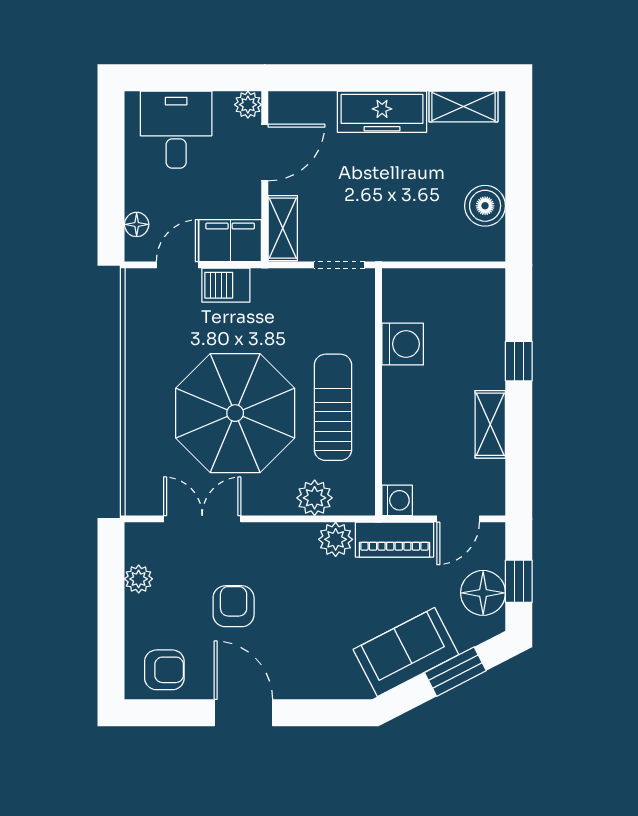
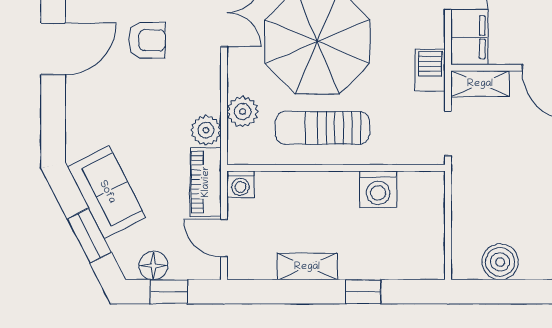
barbecue: (226, 285) -> (430, 70), moved
sun lounger: (333, 407) -> (322, 128), turned 180
floor lamp: (483, 593) -> (153, 266), width x0.73, depth x0.73

